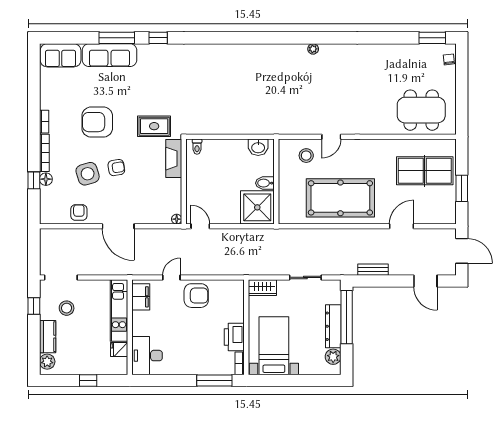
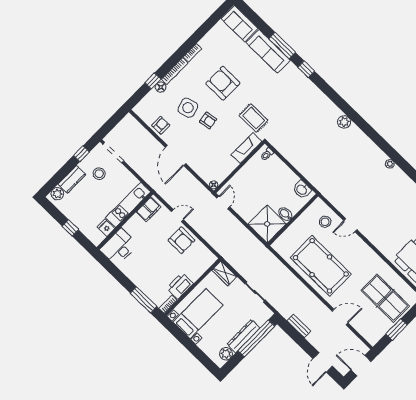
plant: (237, 52) -> (344, 122), added
door: (462, 251) -> (361, 366), swing flipped

